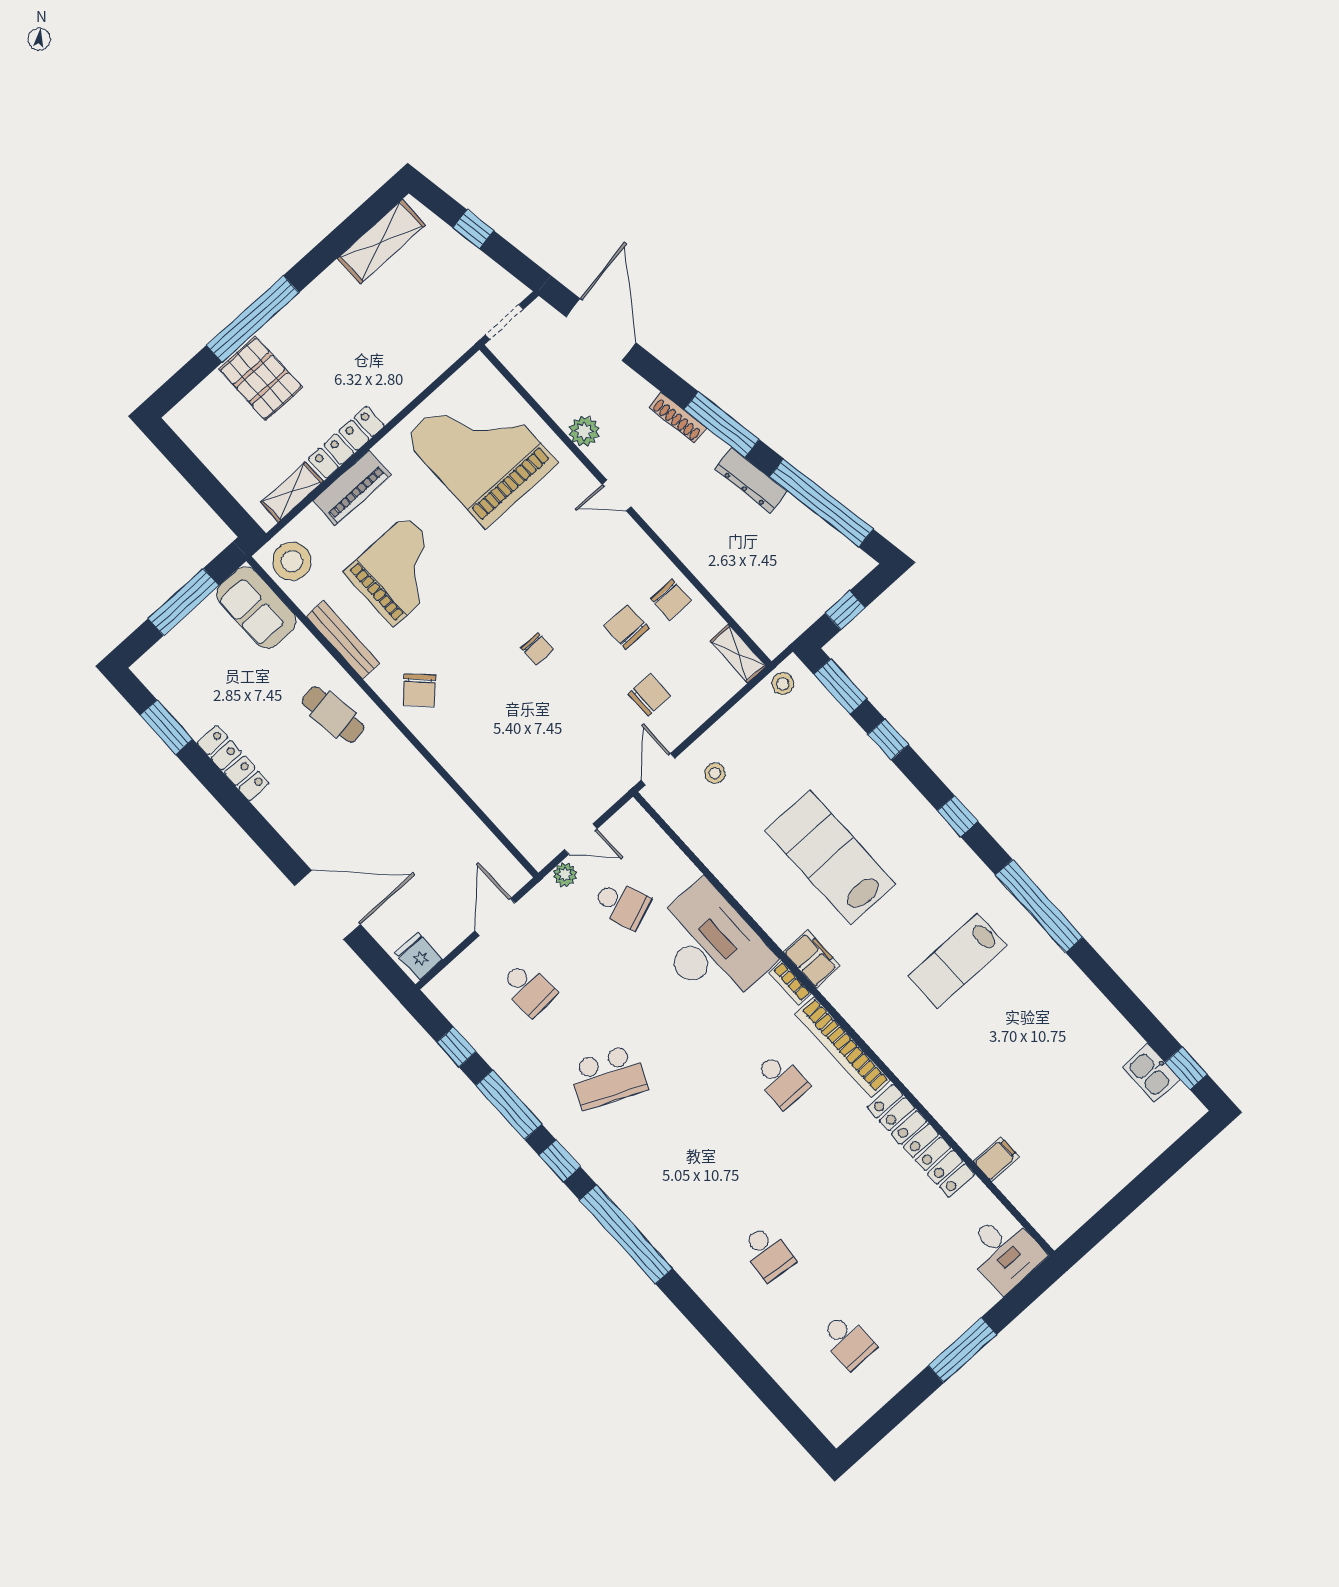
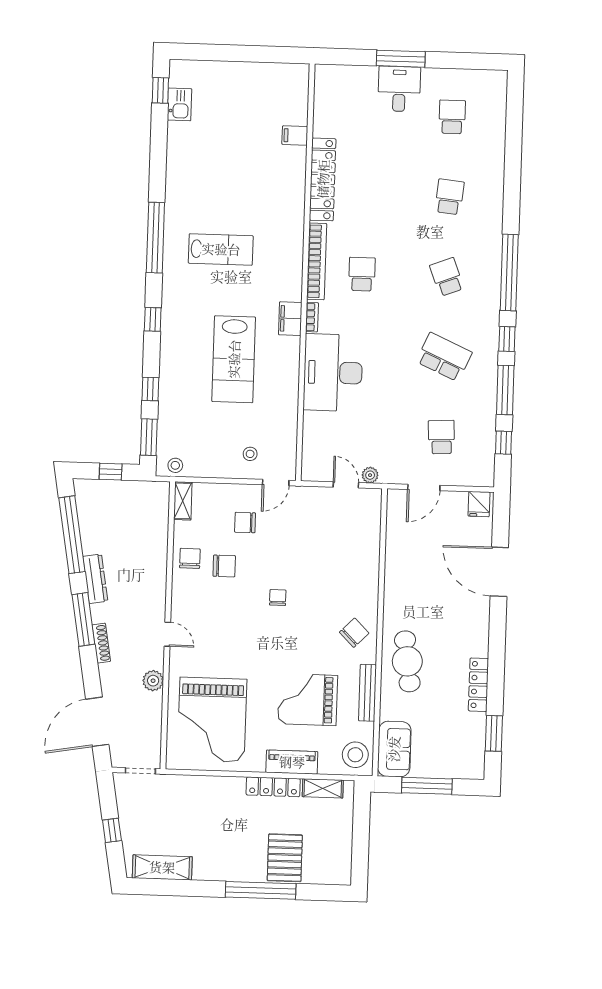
chair: (627, 627) -> (224, 566), turned -90
cafe table: (333, 714) -> (407, 661), width x1.37, depth x1.35
school desk: (622, 904) -> (447, 277), moved
desk: (1004, 1252) -> (399, 89), moved

